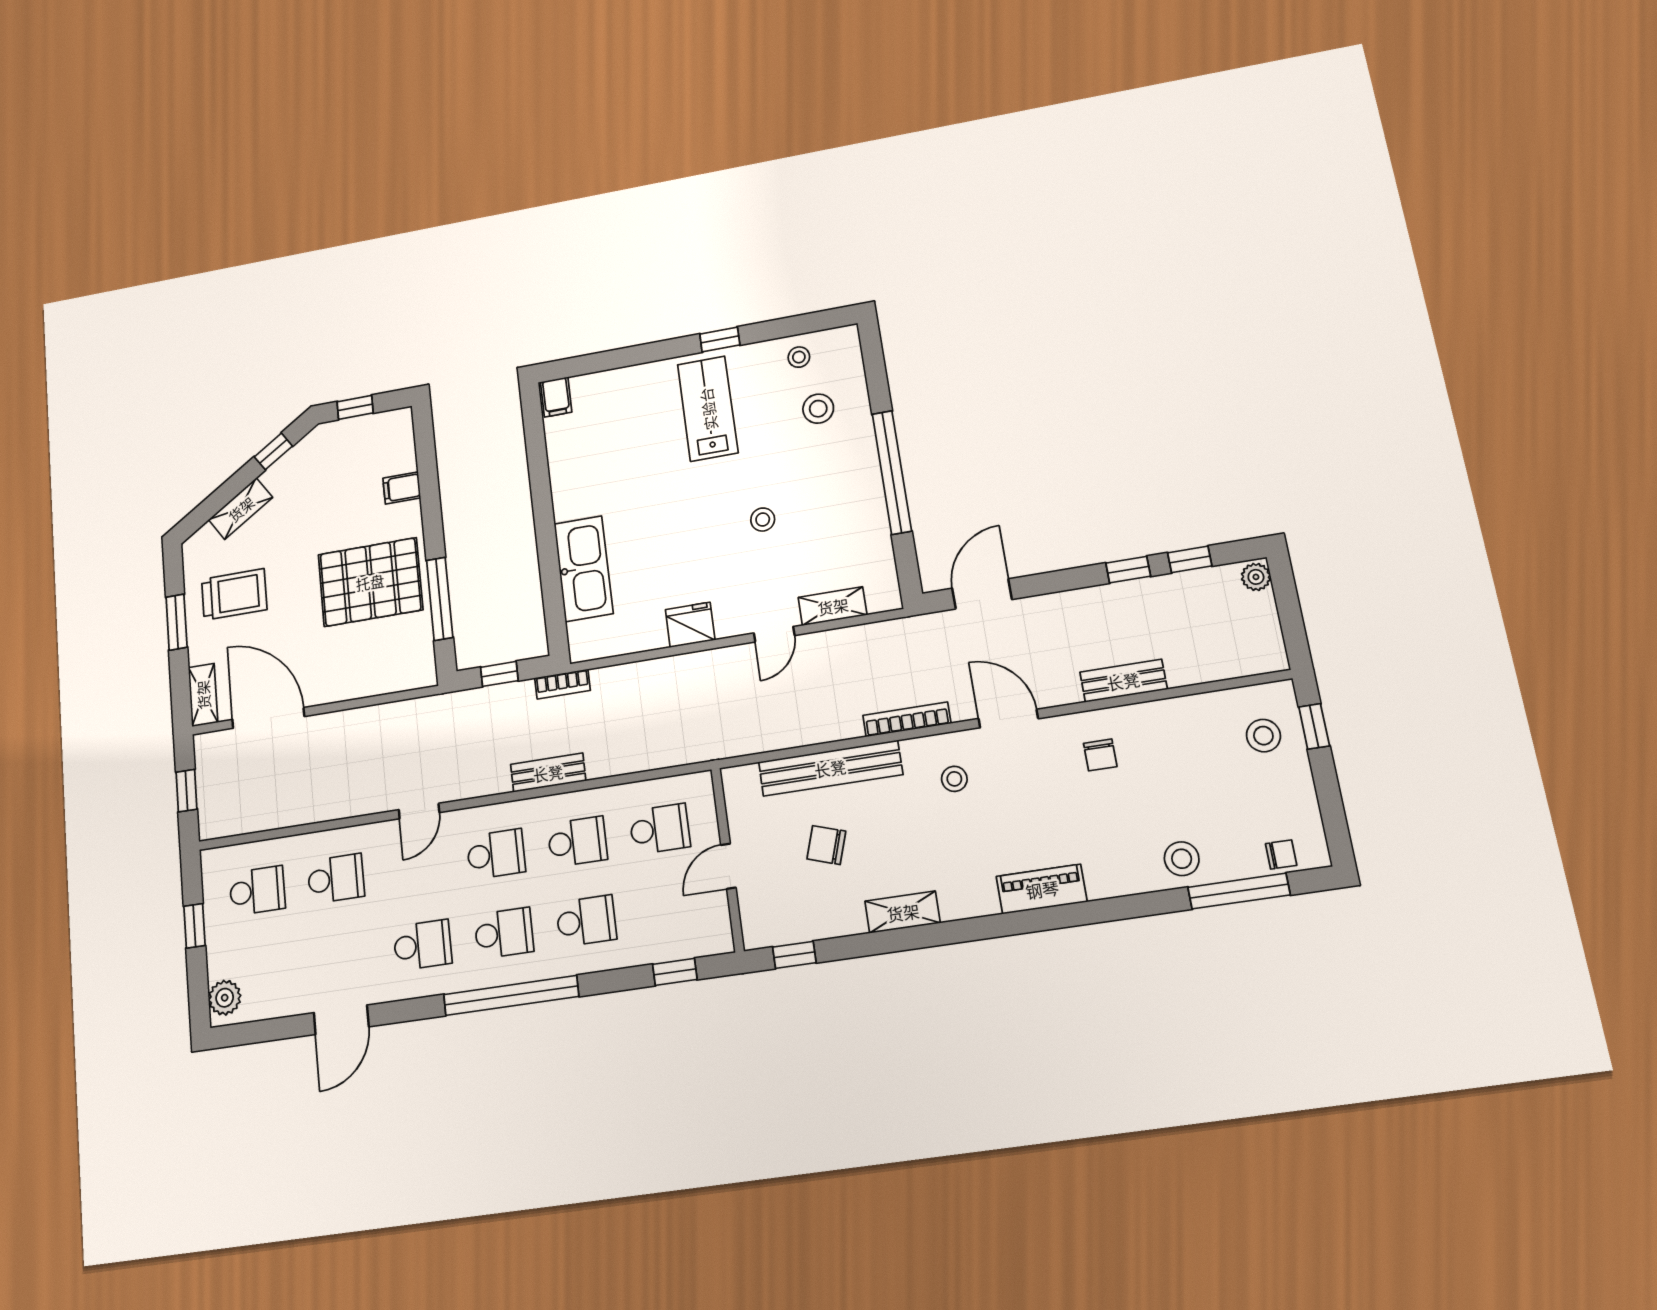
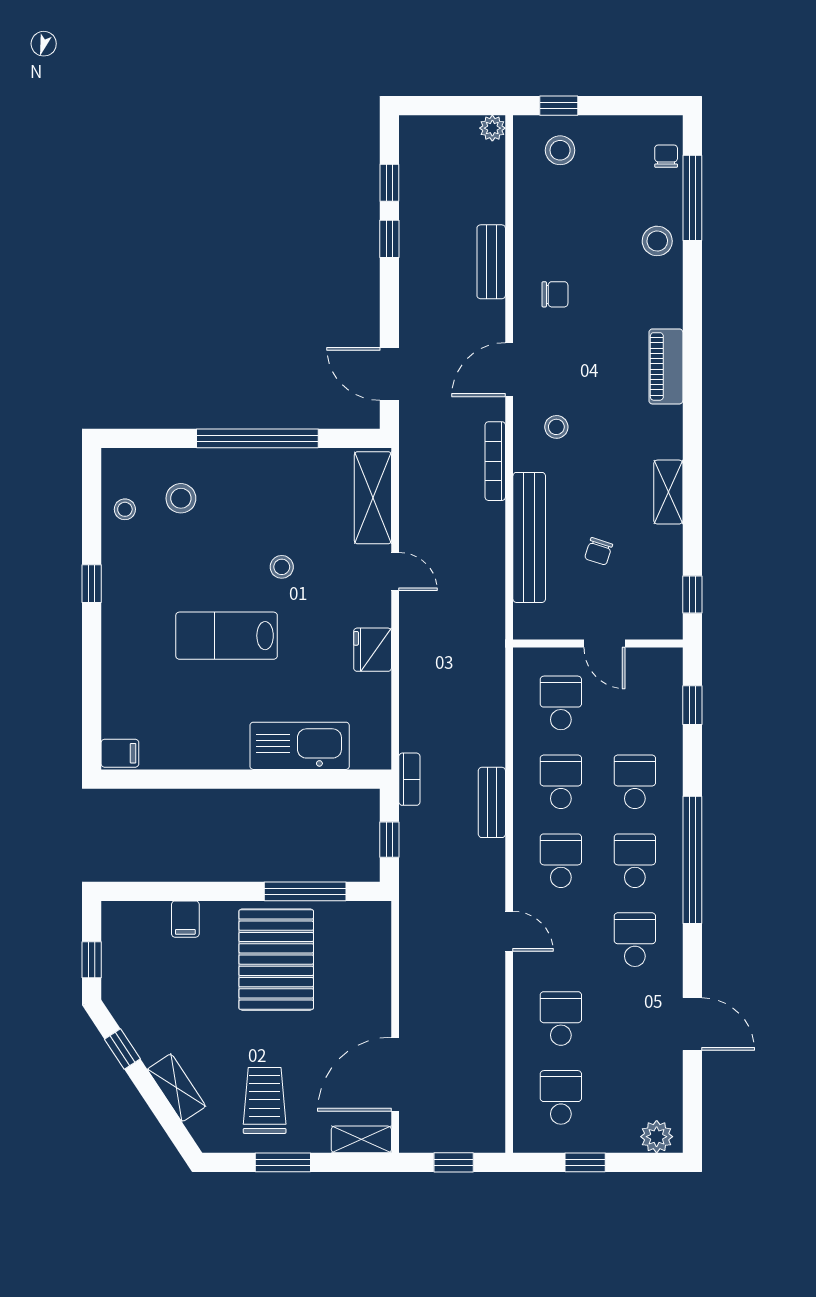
lab bench: (708, 409) -> (227, 636), moved
plant: (1256, 577) -> (492, 128), moved
shelving: (833, 606) -> (373, 498), width x1.50, depth x1.33
chair: (826, 845) -> (599, 551), width x0.73, depth x0.73

